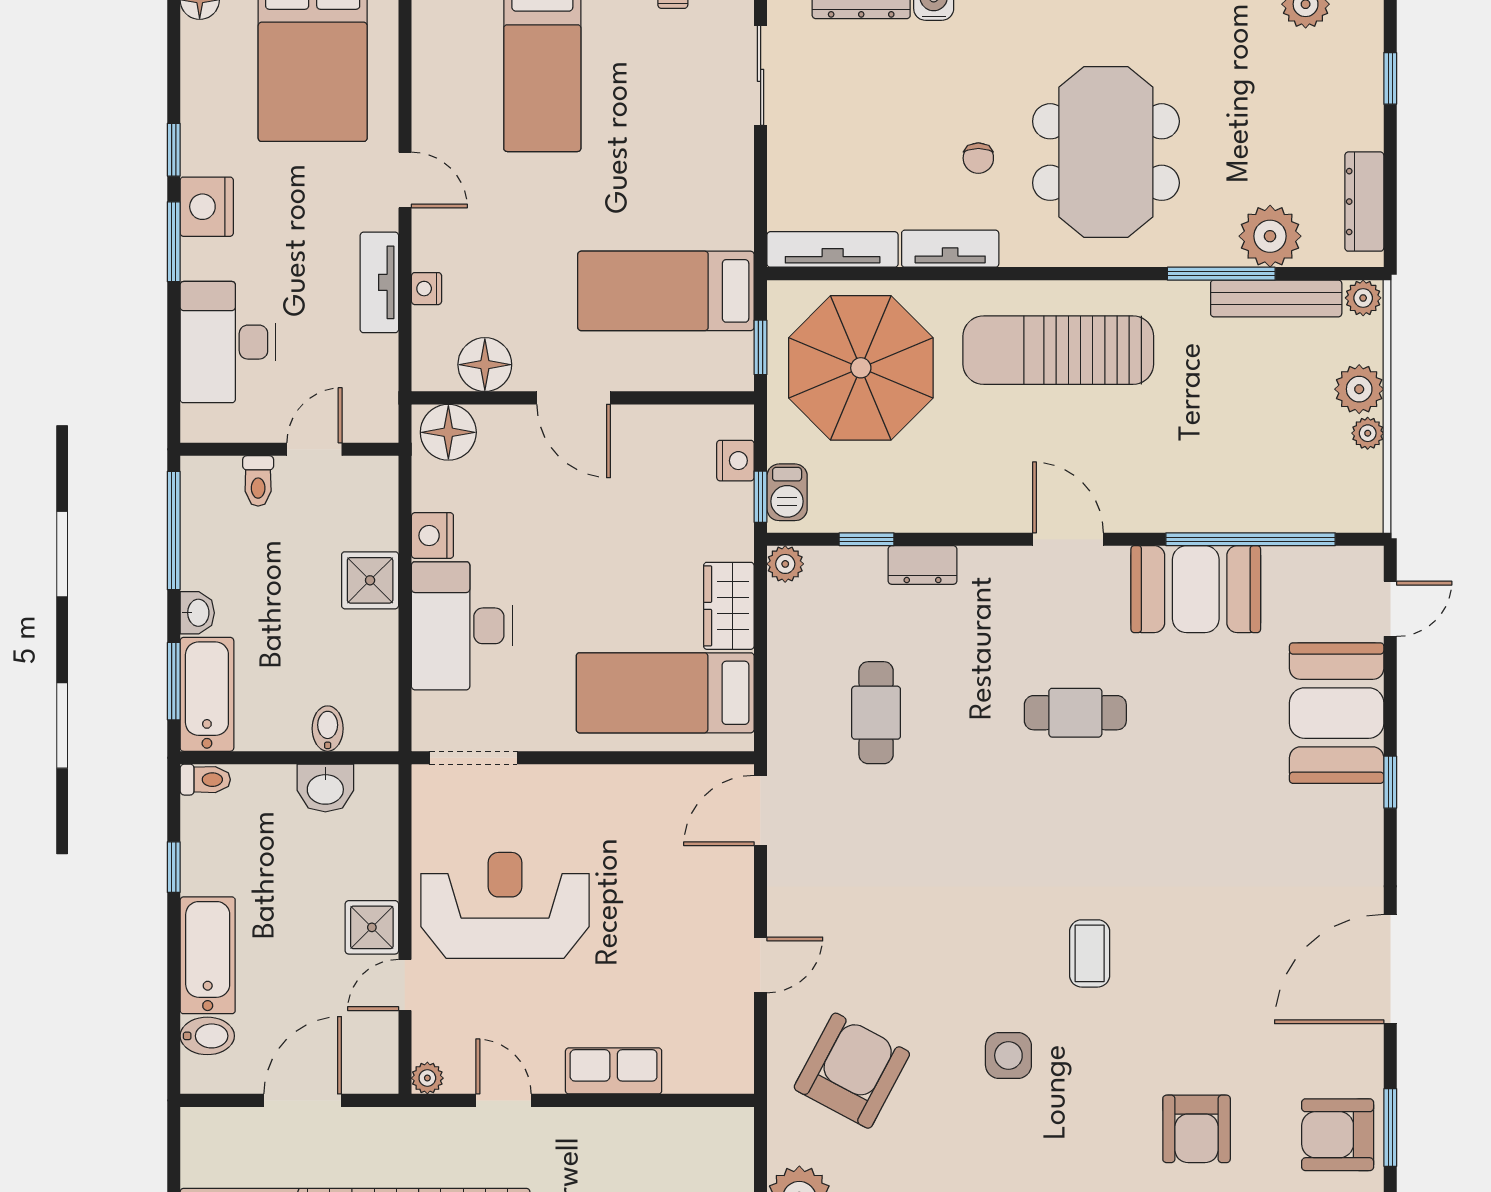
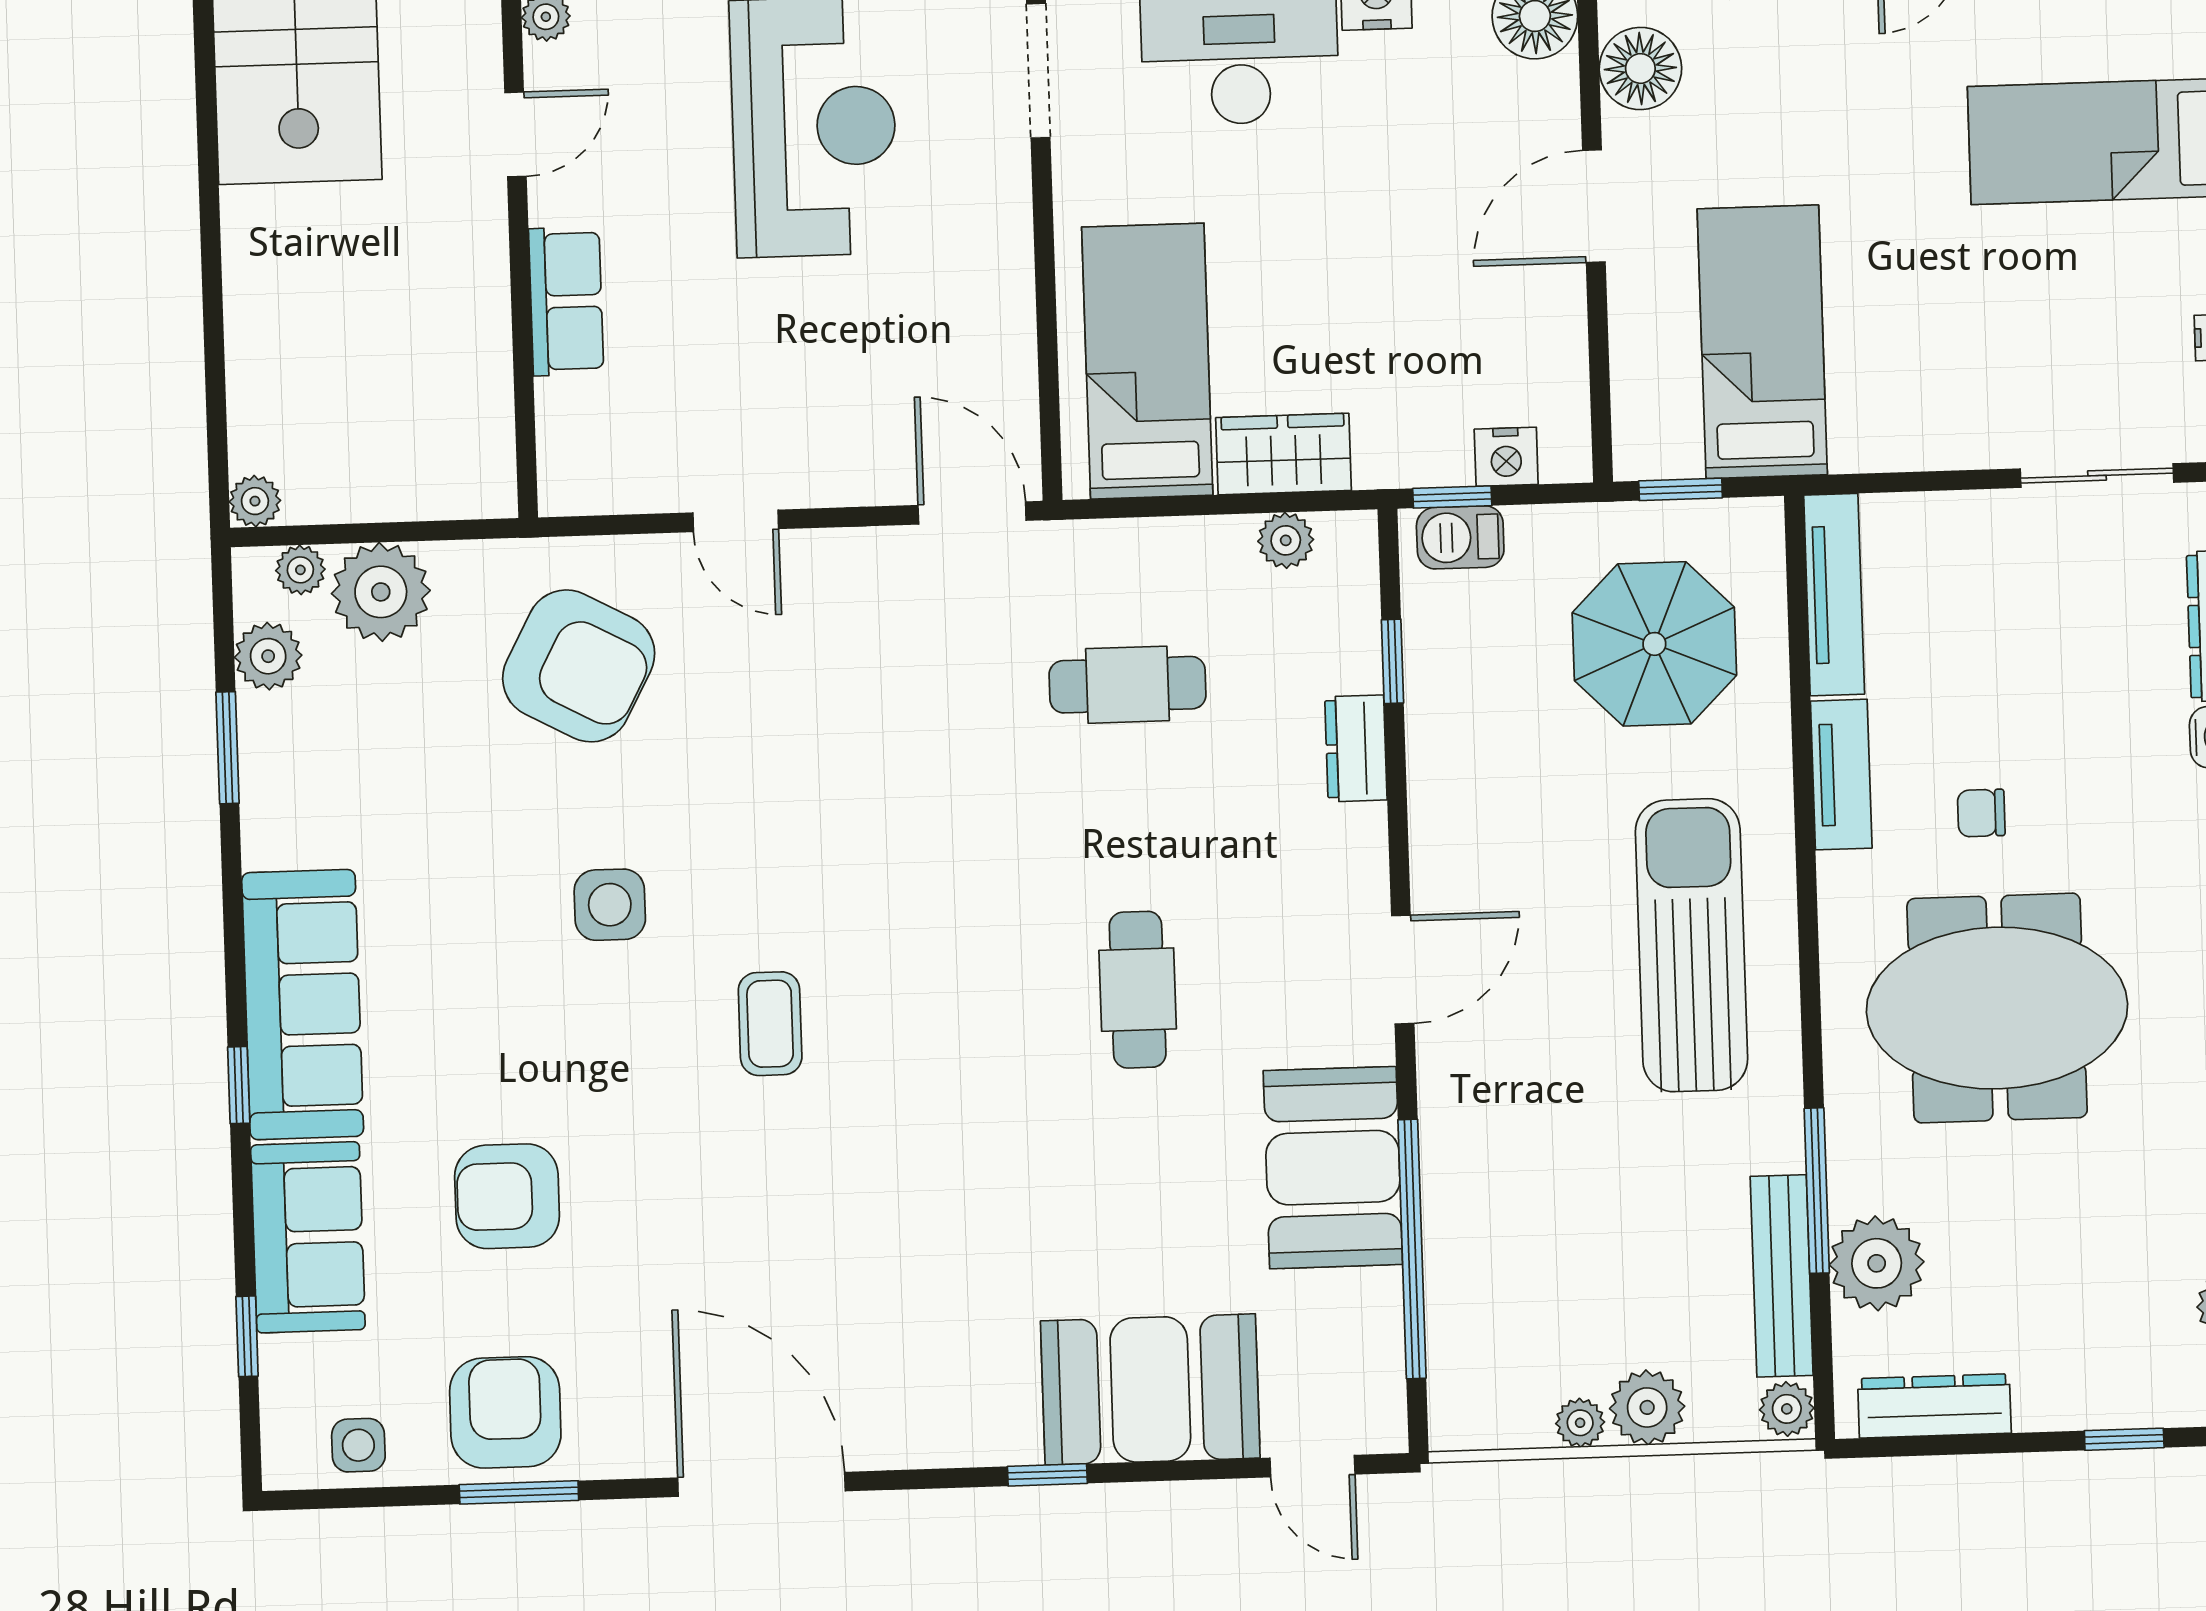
parasol: (861, 368) -> (1654, 644), width x0.73, depth x0.73
plant: (785, 564) -> (1286, 540), moved
coffee table: (1090, 953) -> (770, 1024), turned 90

